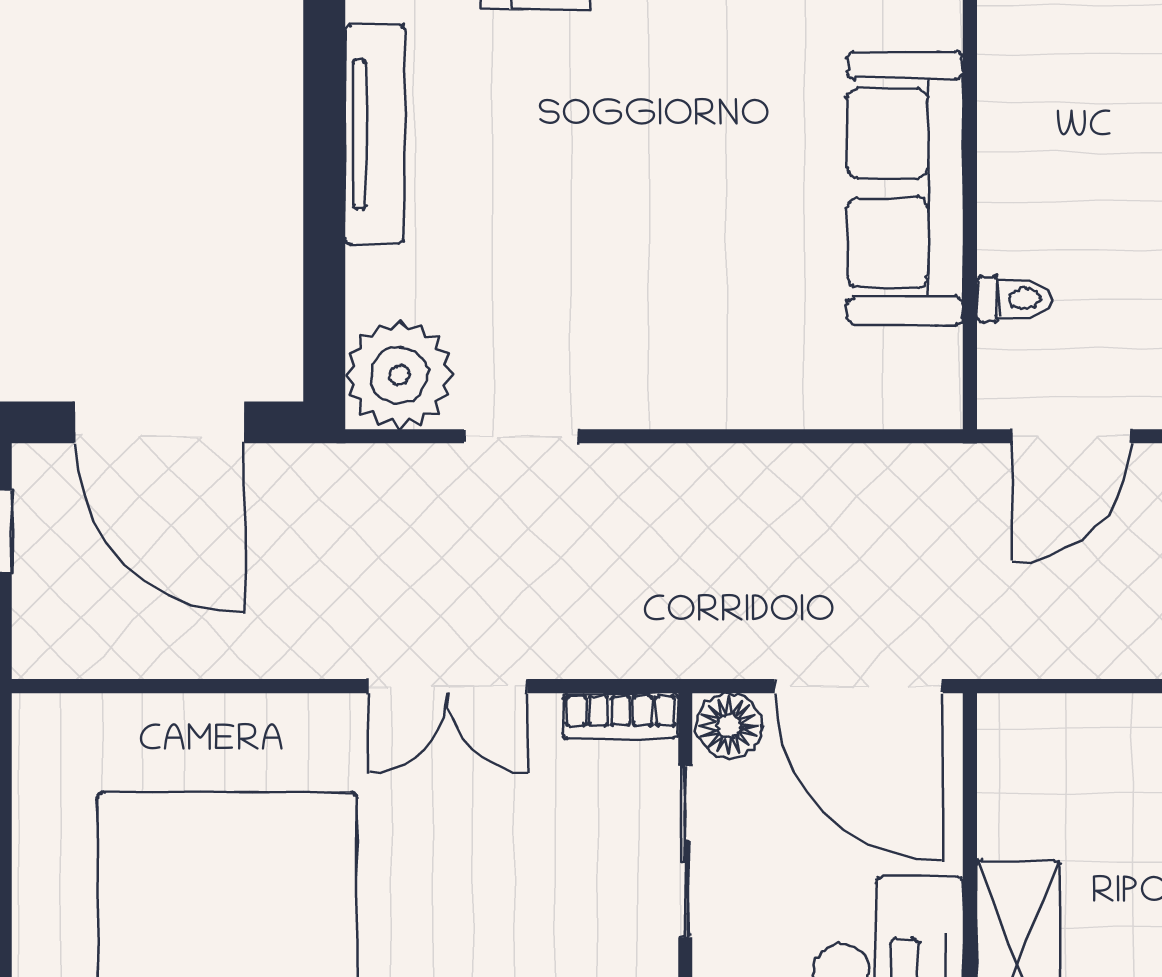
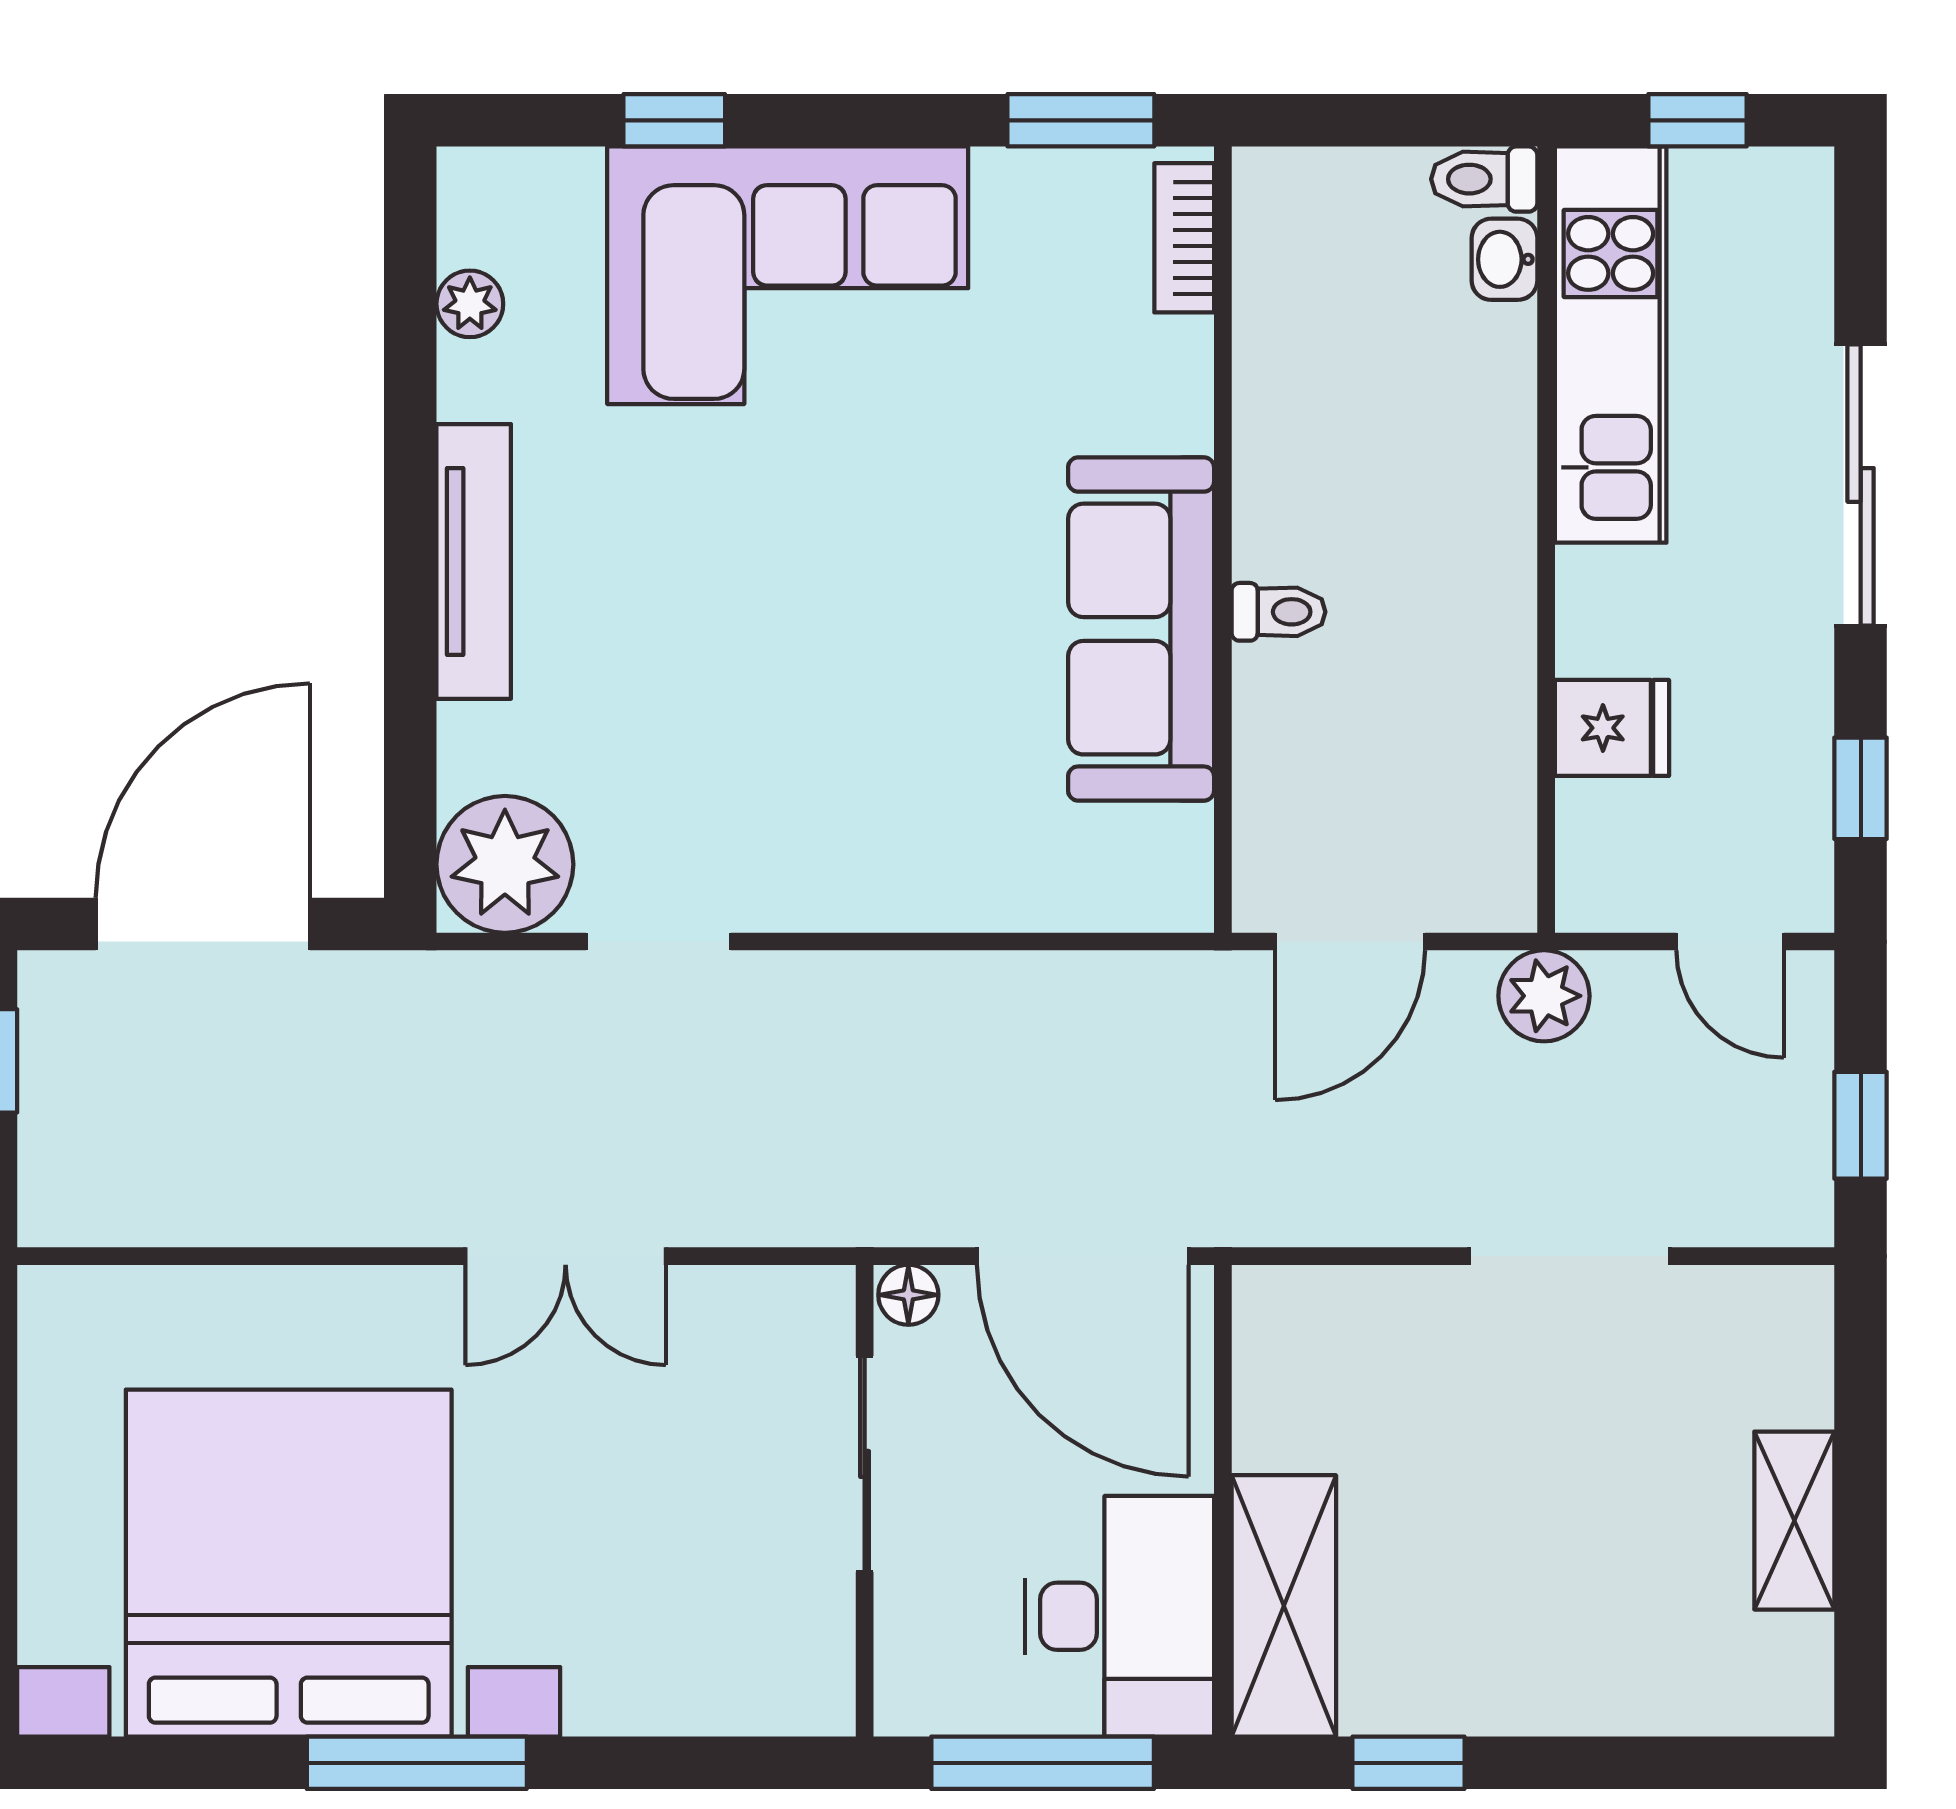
toilet: (1014, 299) -> (1278, 612), moved
door: (159, 422) -> (203, 924), swing flipped
bookcase: (620, 716) -> (783, 1294), removed
floor lamp: (729, 726) -> (908, 1295), width x0.73, depth x0.73

